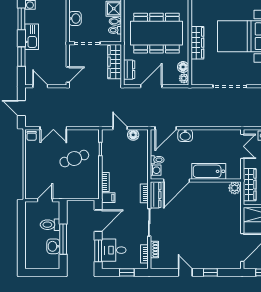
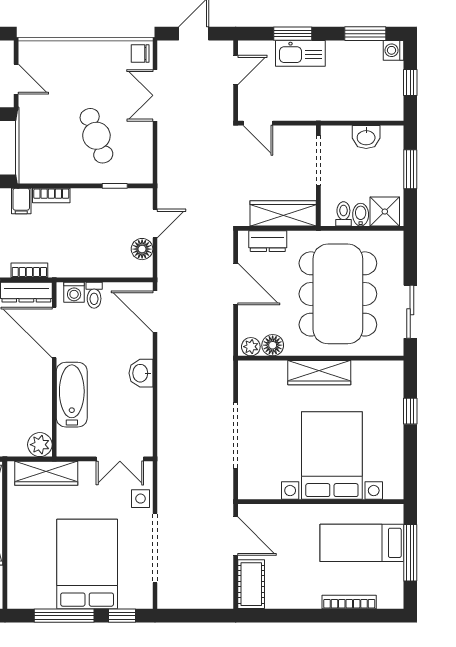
kitchen sink: (32, 37) -> (300, 53), moved
washbasin: (185, 135) -> (141, 373), moved

